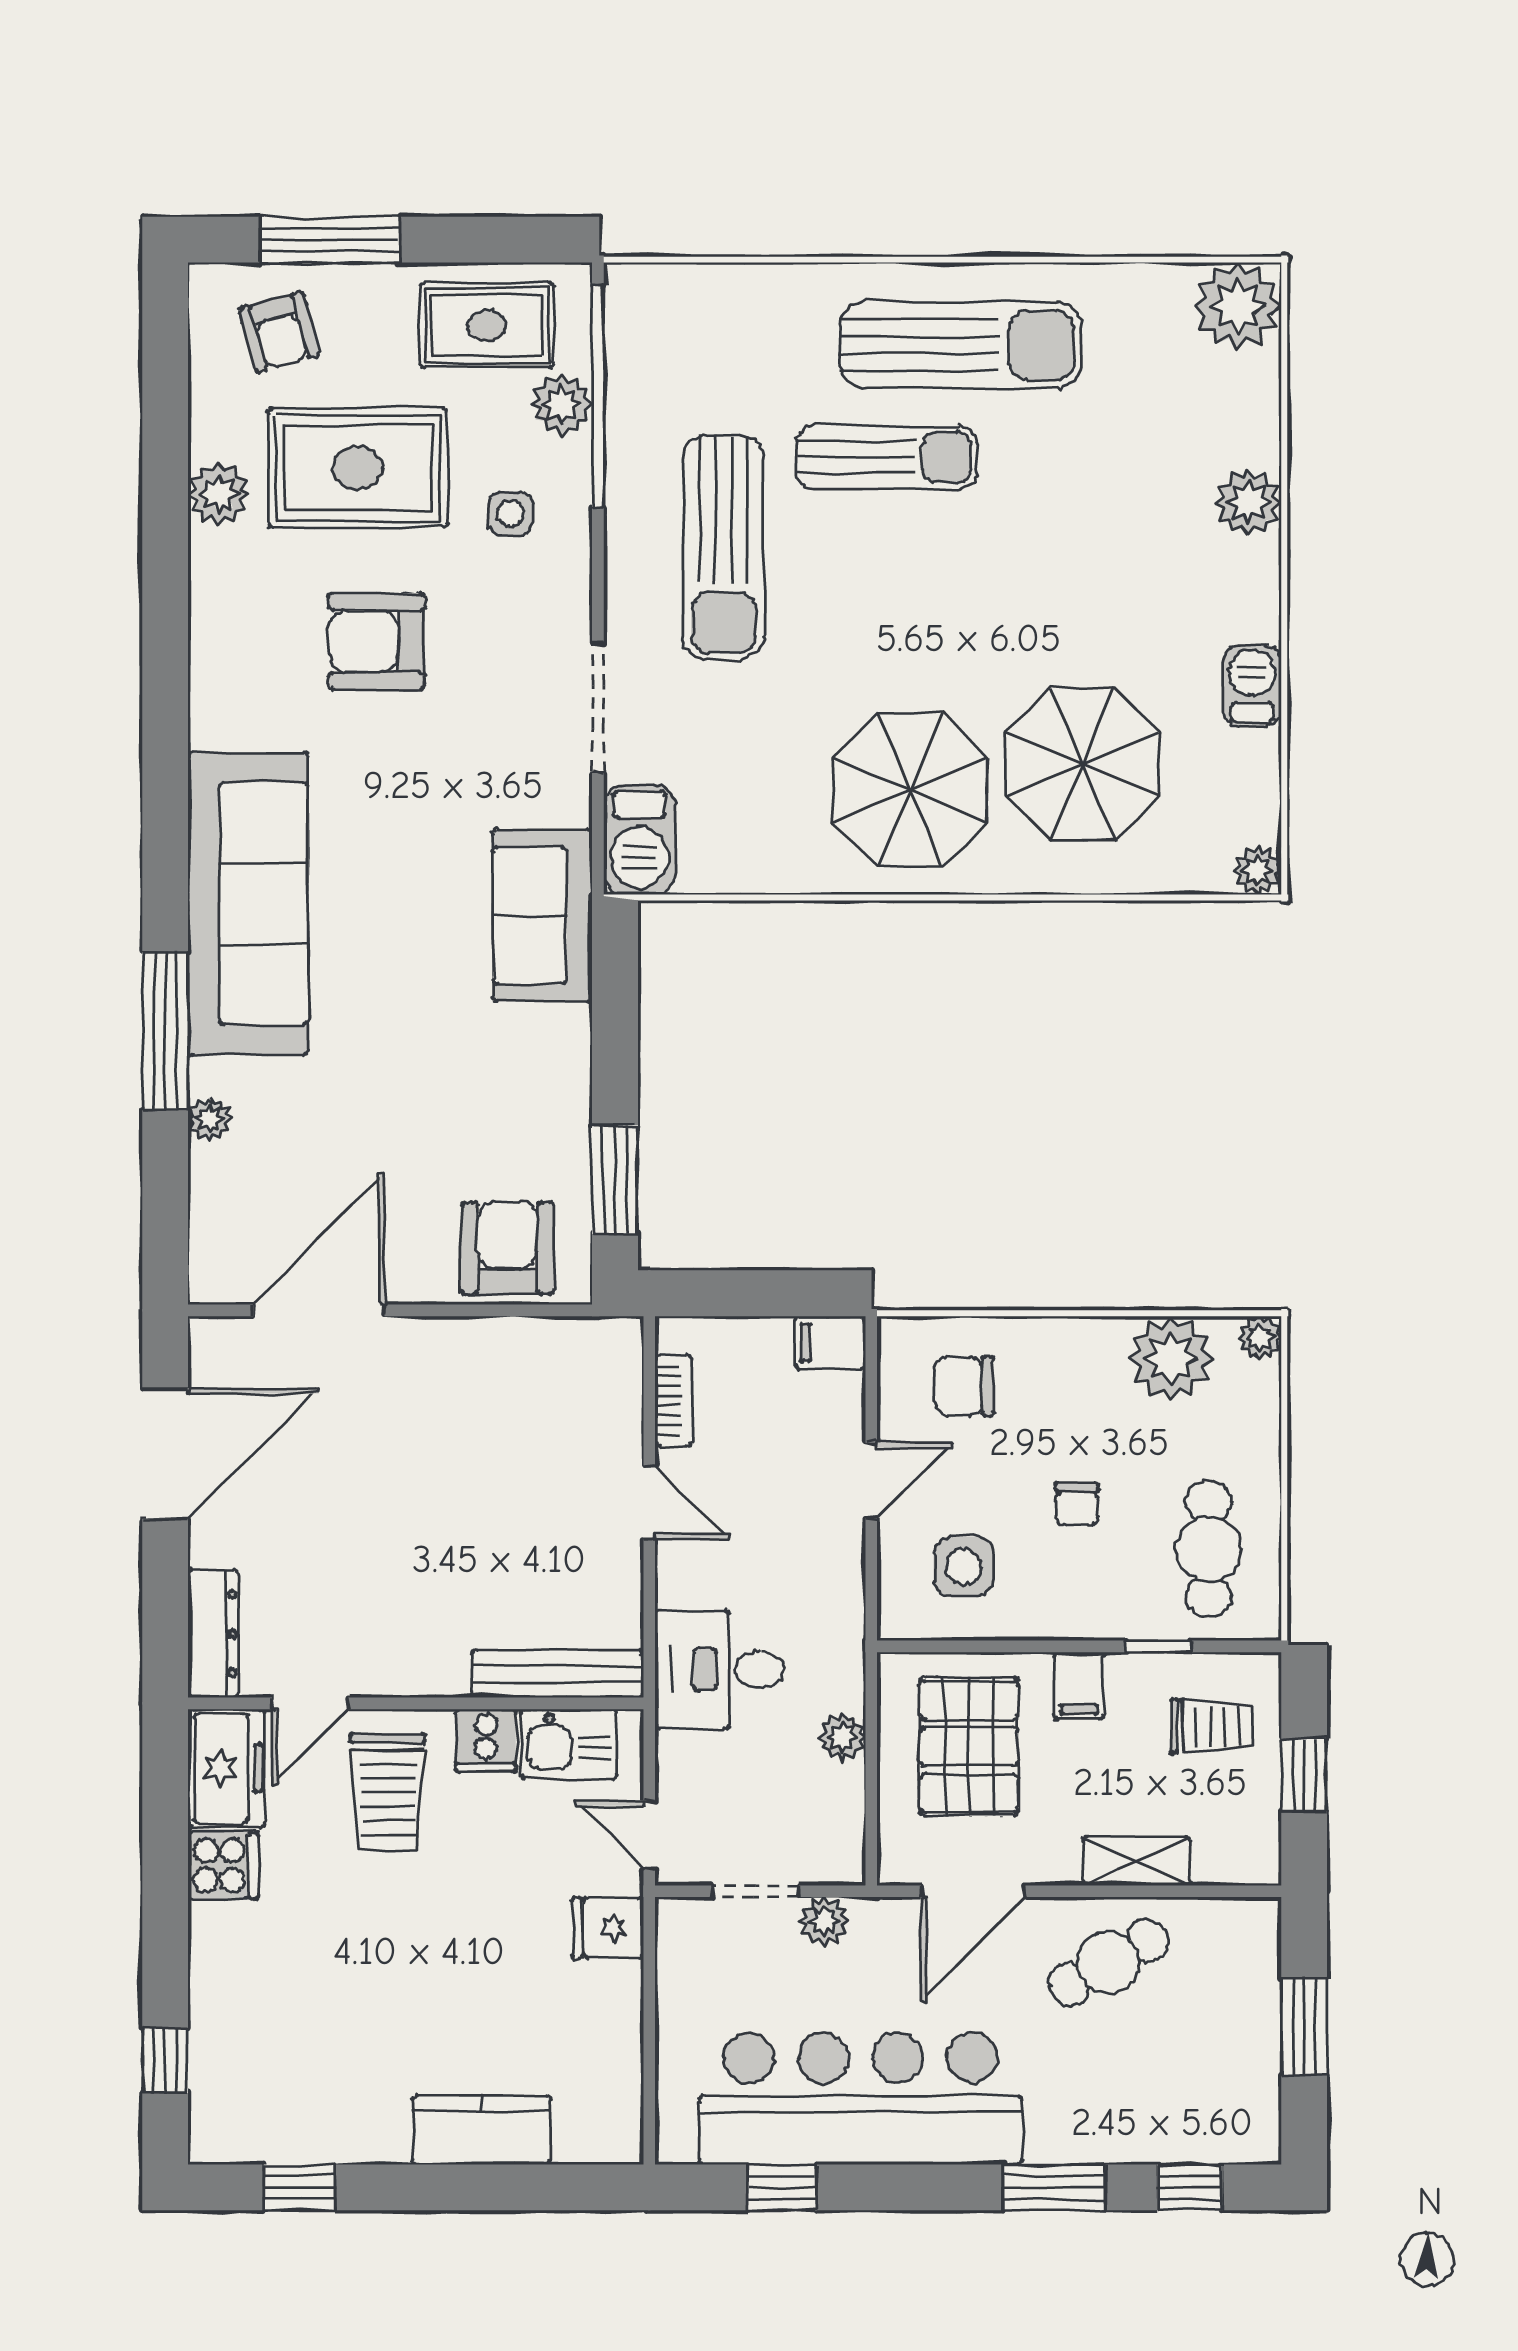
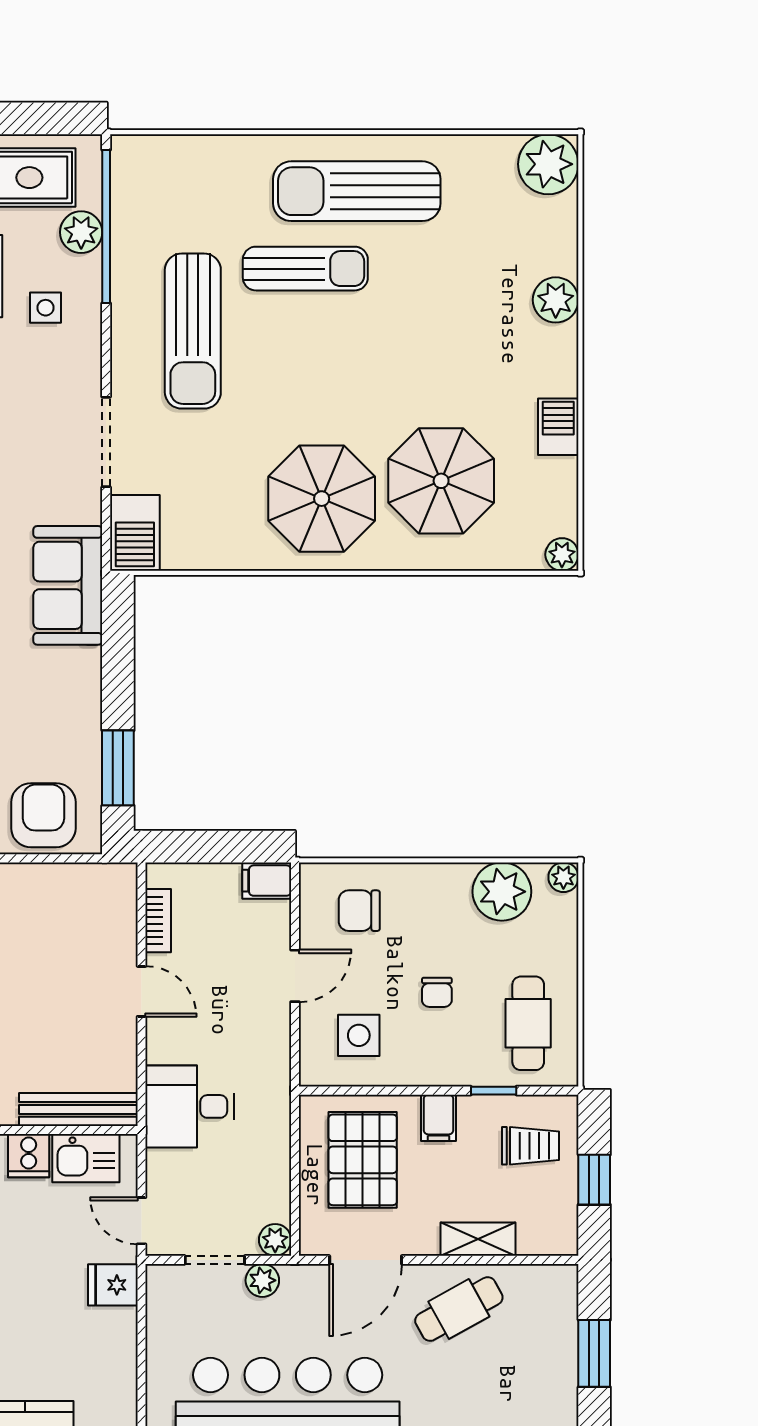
sun lounger: (961, 345) -> (357, 191), turned 180
plant: (842, 1737) -> (275, 1240), moved

